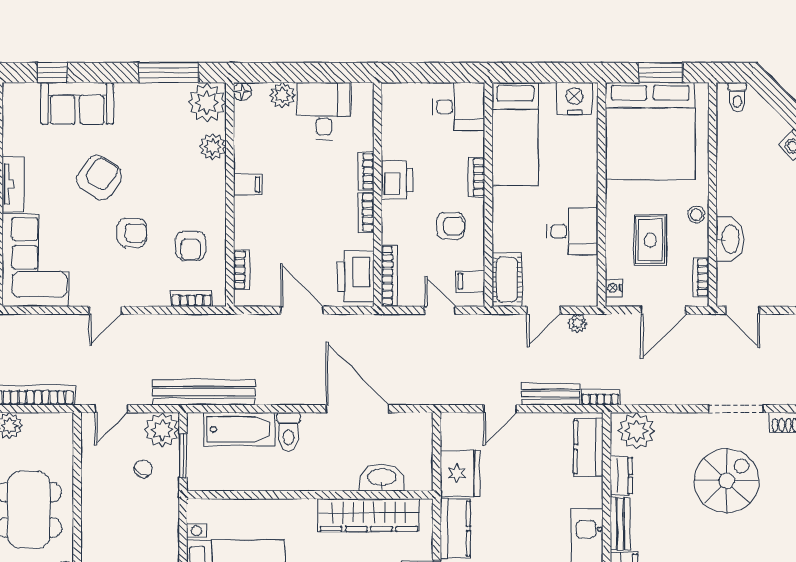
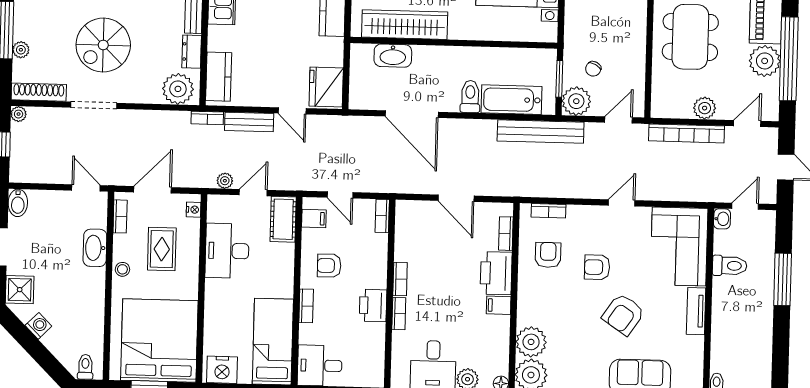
plant: (213, 147) -> (531, 342), width x1.36, depth x1.36
desk: (572, 231) -> (227, 251), width x1.37
bookcase: (389, 276) -> (382, 216), width x0.64
printer: (356, 277) -> (496, 273), moved, turned 180
door: (500, 409) -> (292, 111), swing flipped
fridge: (460, 473) -> (326, 87), moved

